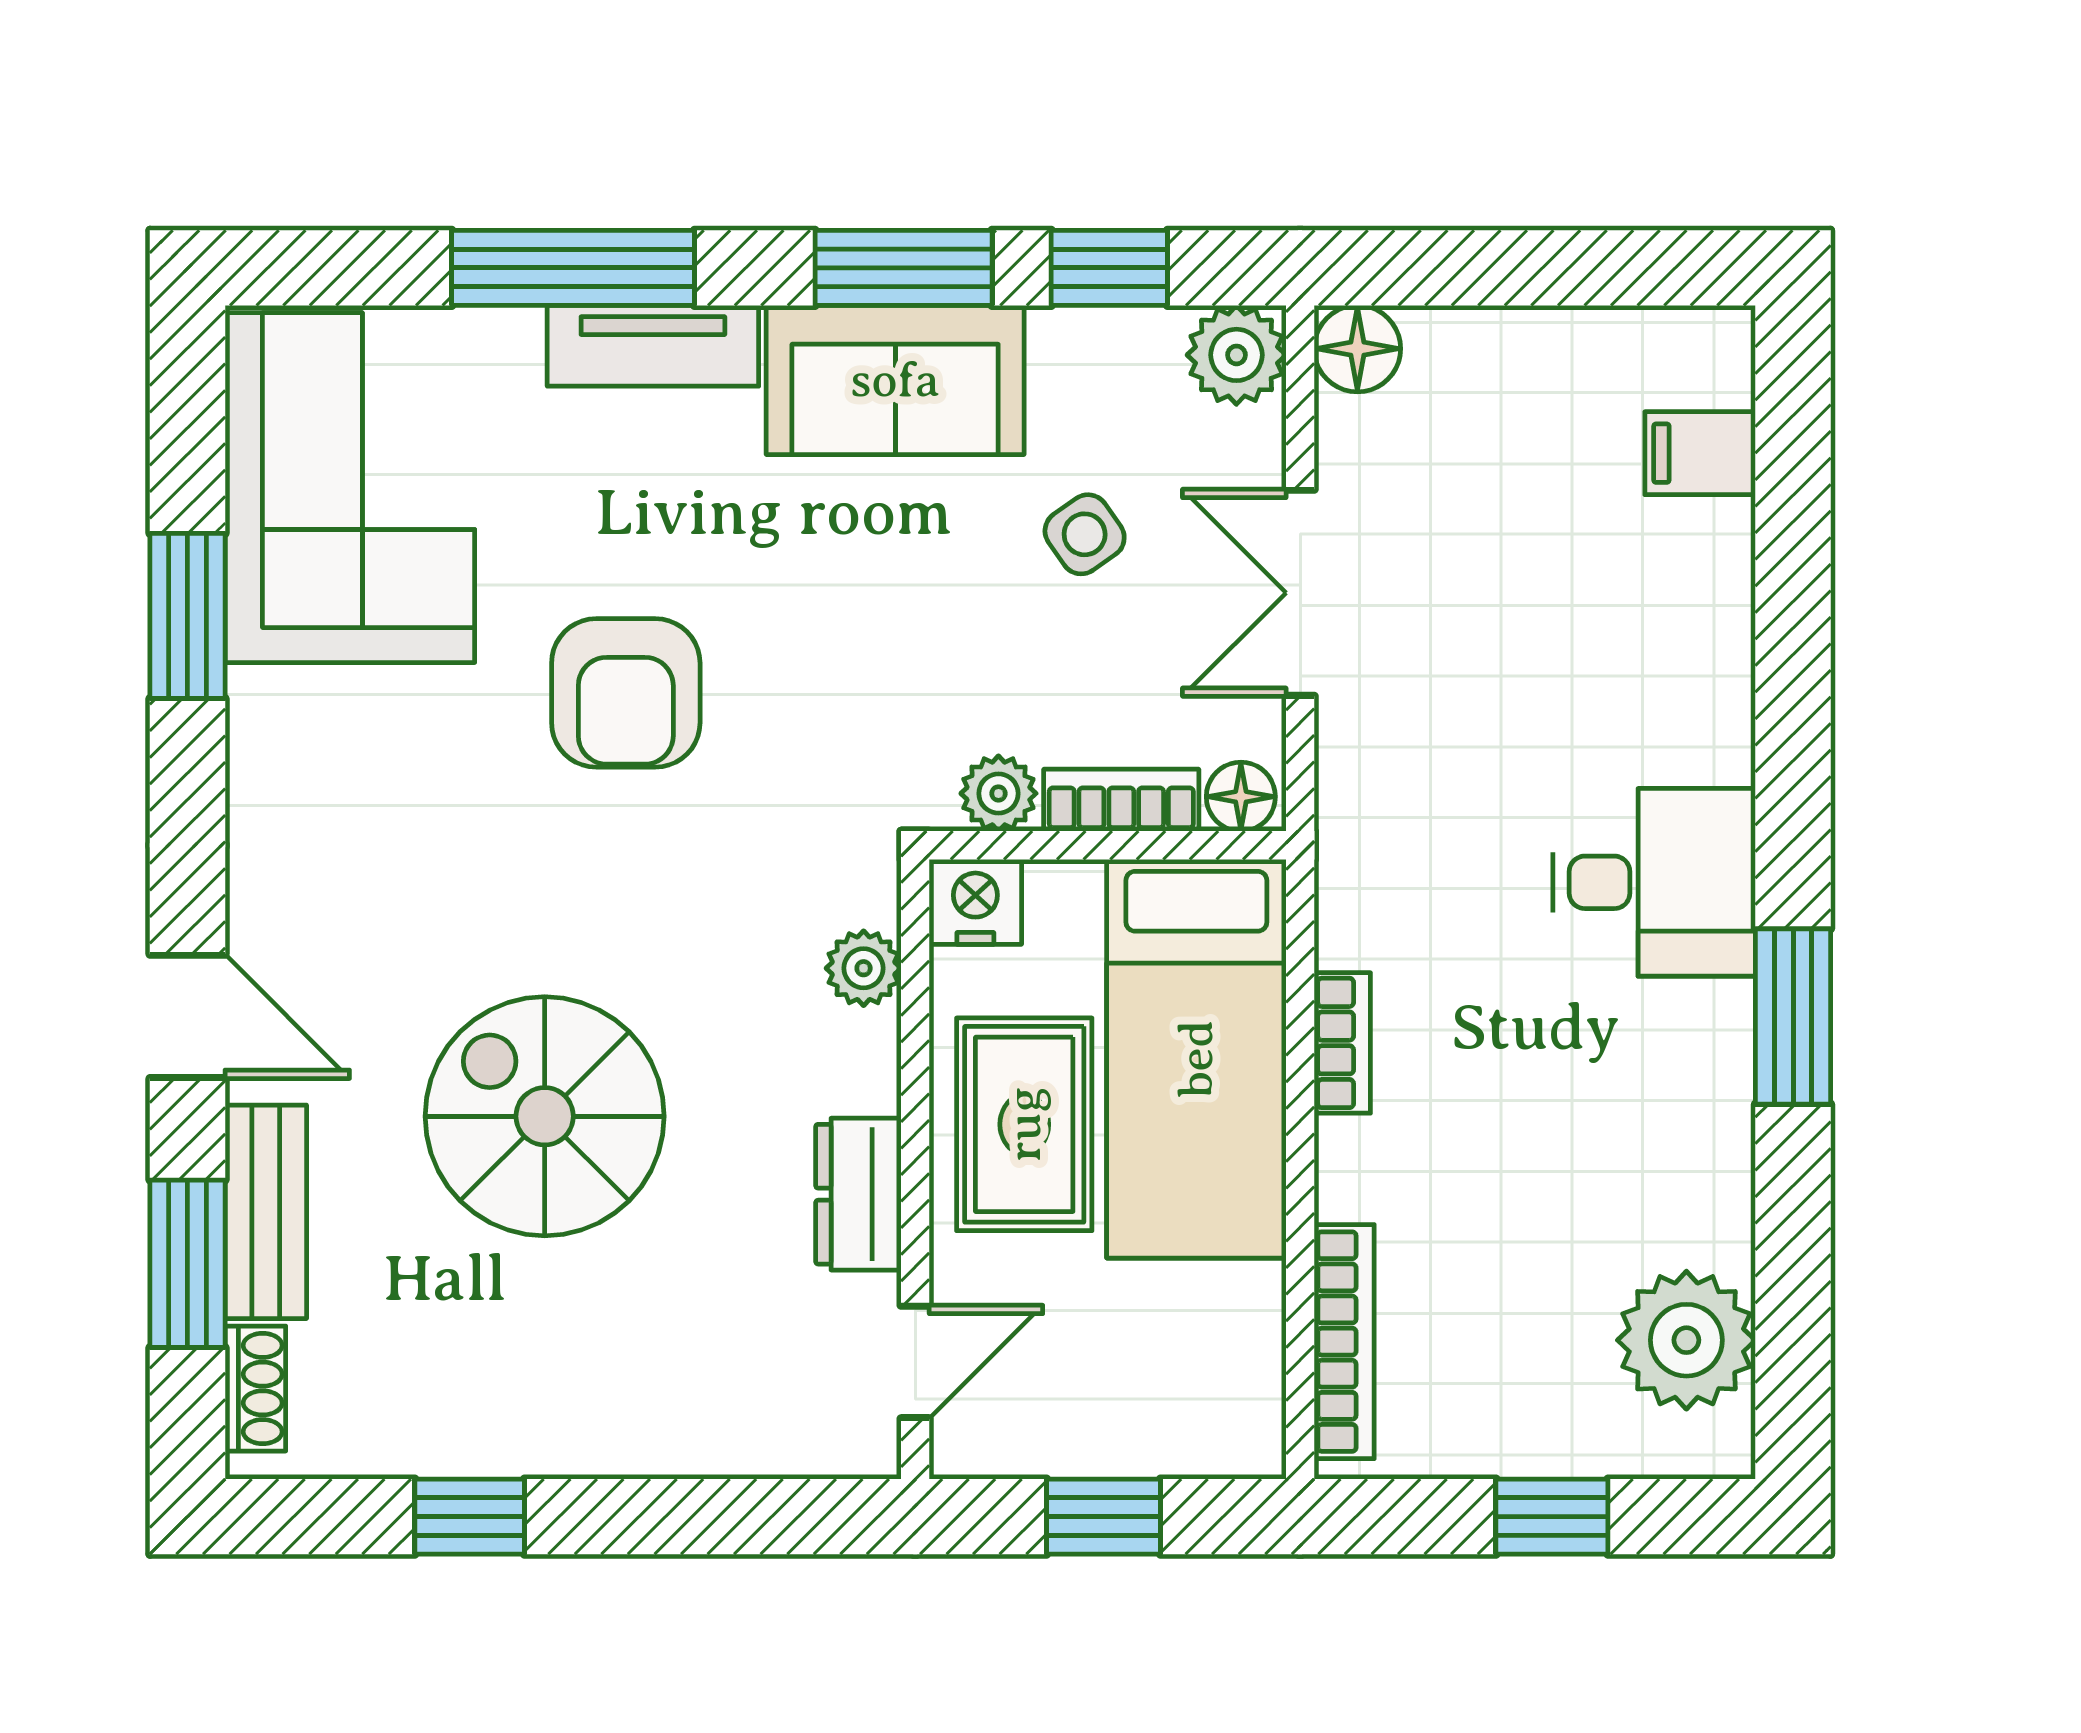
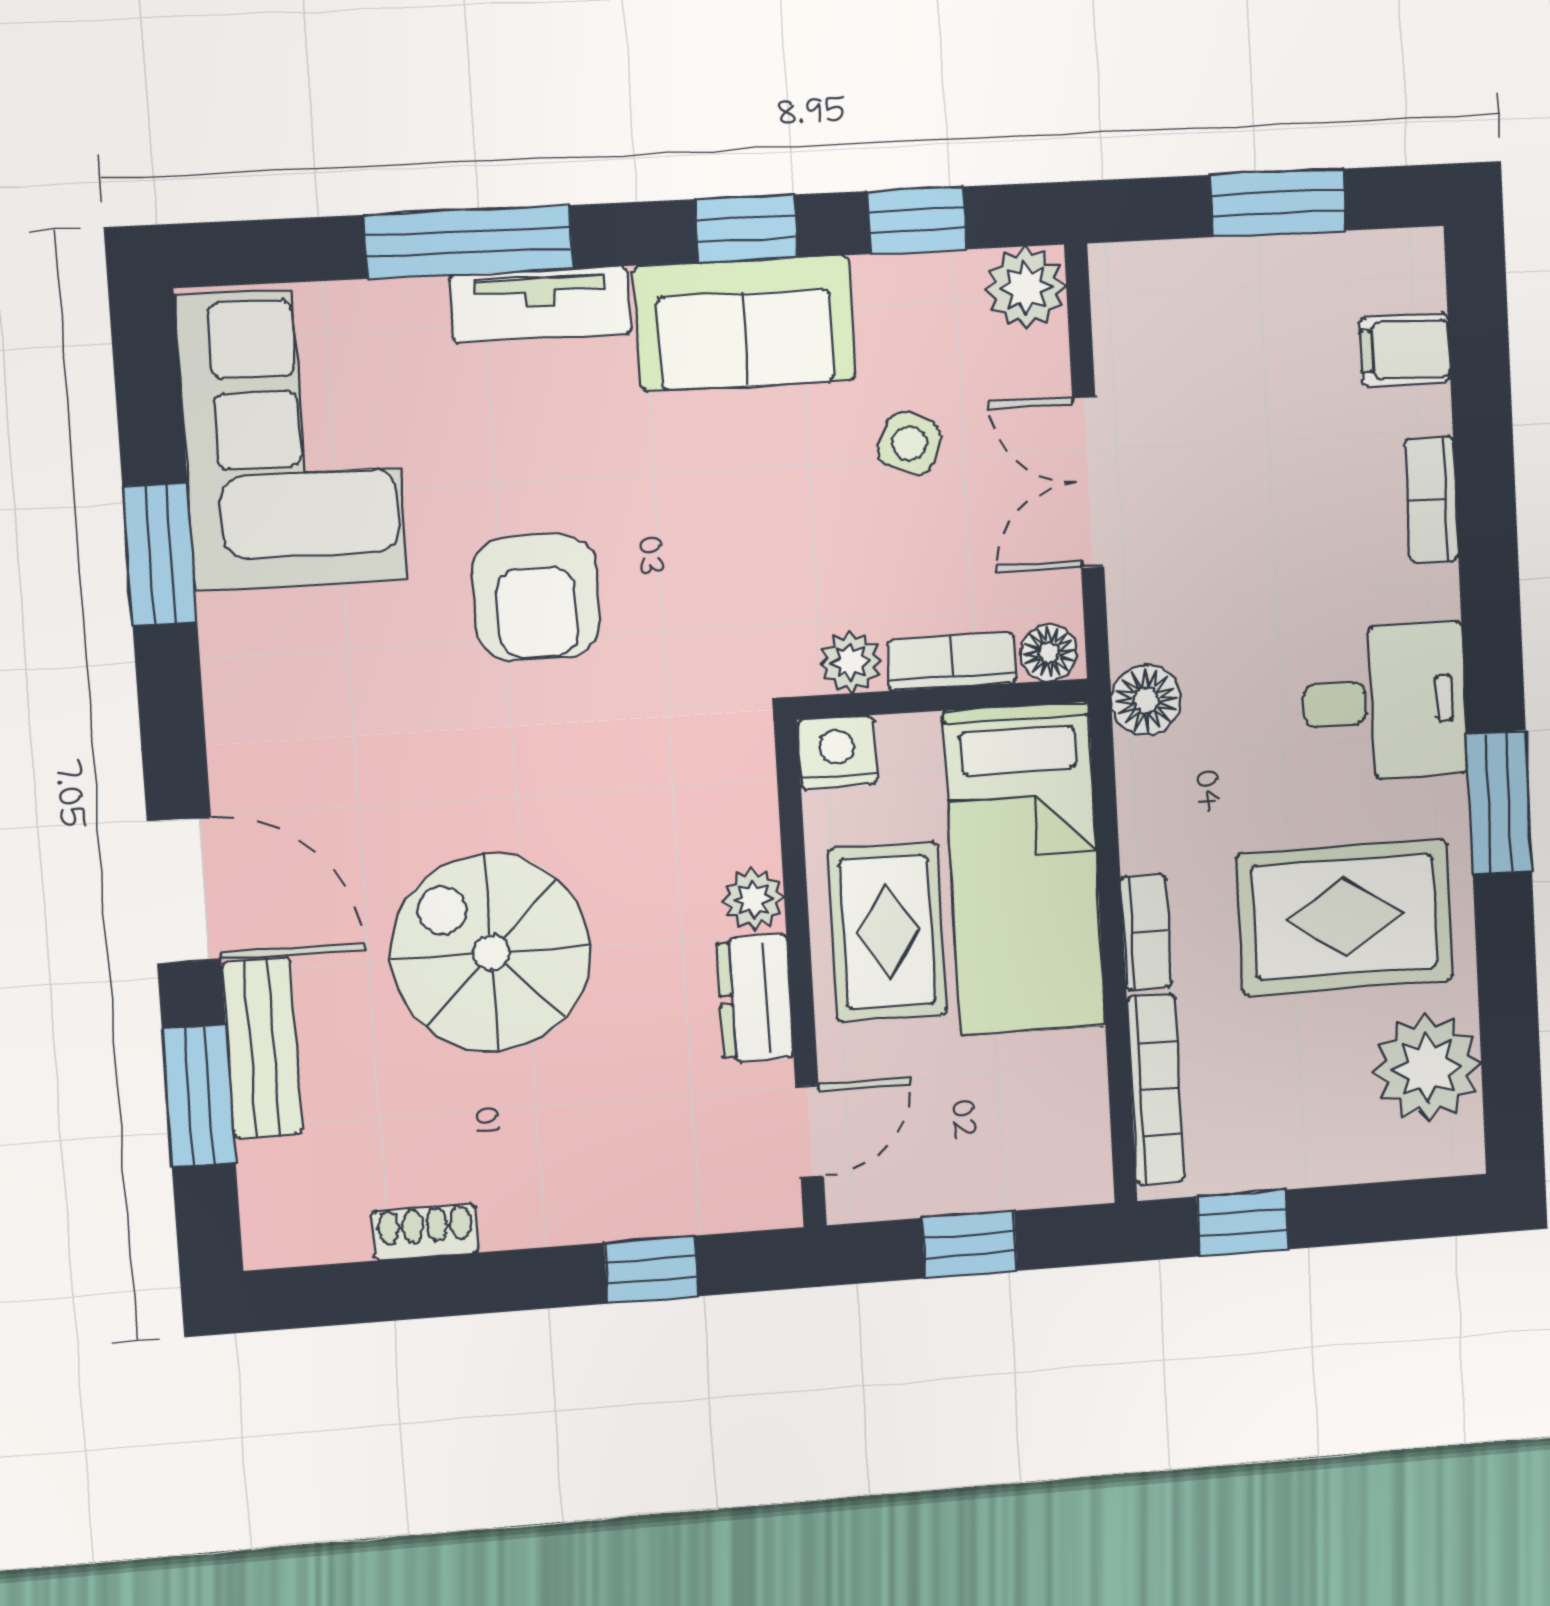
window: (904, 268) -> (747, 228), width x0.67
window: (1551, 268) -> (1278, 203), added
floor lamp: (1357, 349) -> (1146, 700), moved
side table: (1085, 534) -> (909, 444), turned -34
bookcase: (1725, 638) -> (1432, 500), added
plant: (864, 968) -> (753, 899), moved
door: (187, 1016) -> (184, 891), width x1.38
bookcase: (1342, 1043) -> (1146, 932), moved
rug: (1592, 1145) -> (1345, 917), added
shoe rack: (255, 1389) -> (425, 1232), moved, turned -90
window: (470, 1517) -> (651, 1270), moved
window: (1552, 1517) -> (1243, 1223), moved

